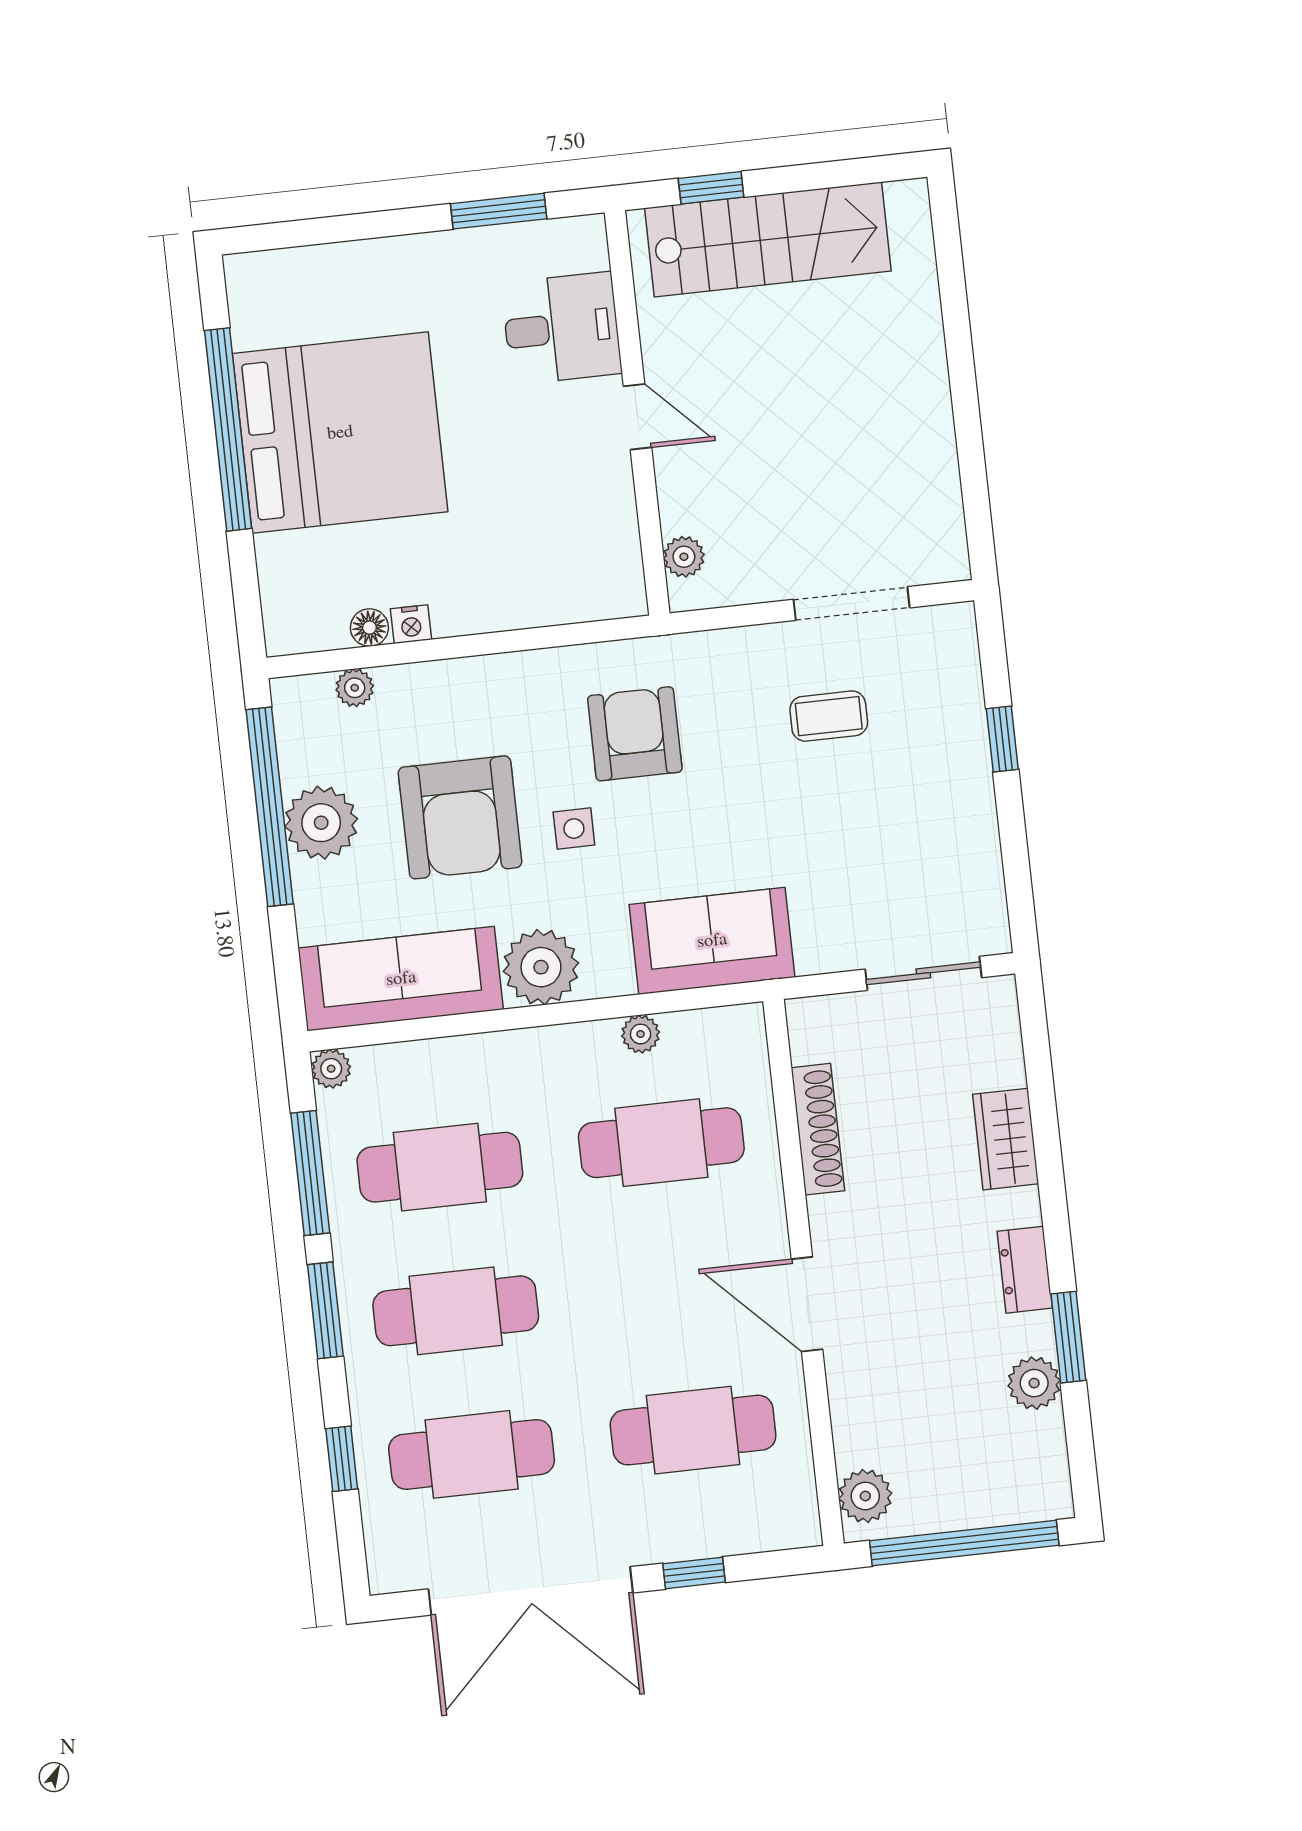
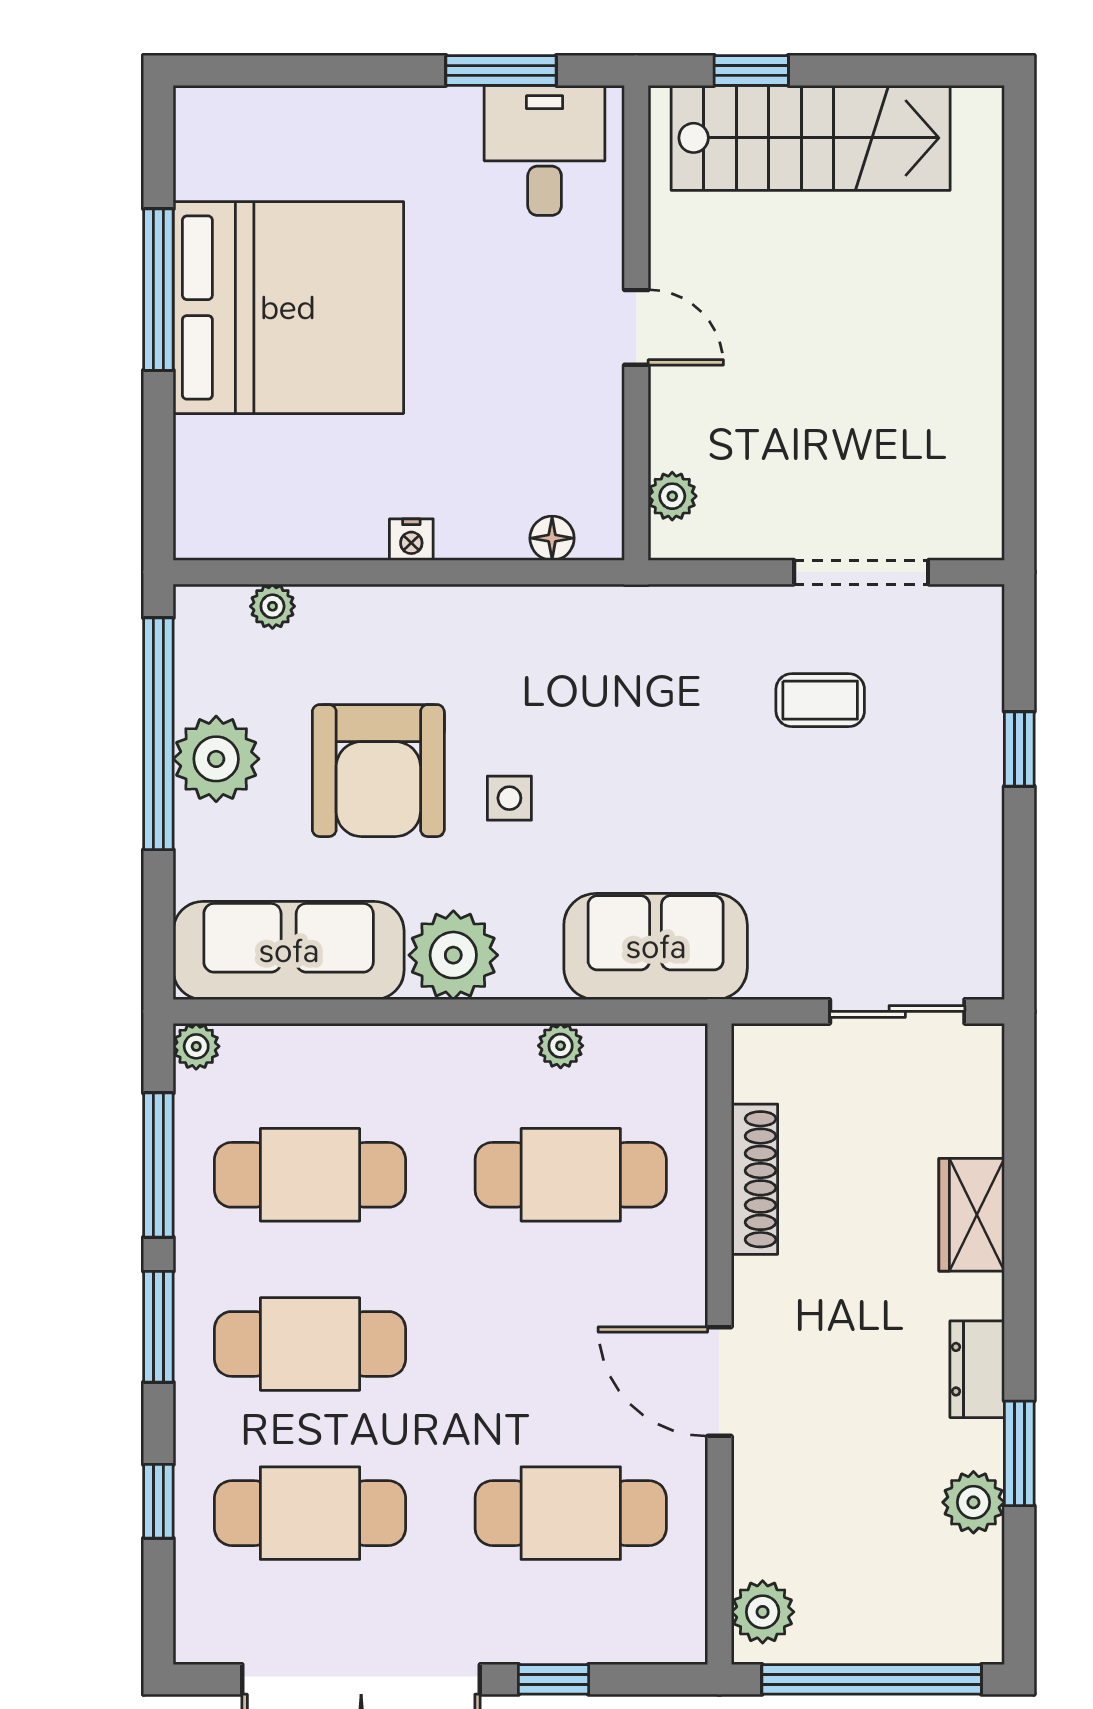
desk: (562, 328) -> (545, 150), moved, turned -90
window: (228, 429) -> (158, 290), width x0.68
nightstand: (411, 624) -> (411, 540), moved
floor lamp: (369, 628) -> (552, 538), moved
armchair: (635, 734) -> (592, 696), removed

